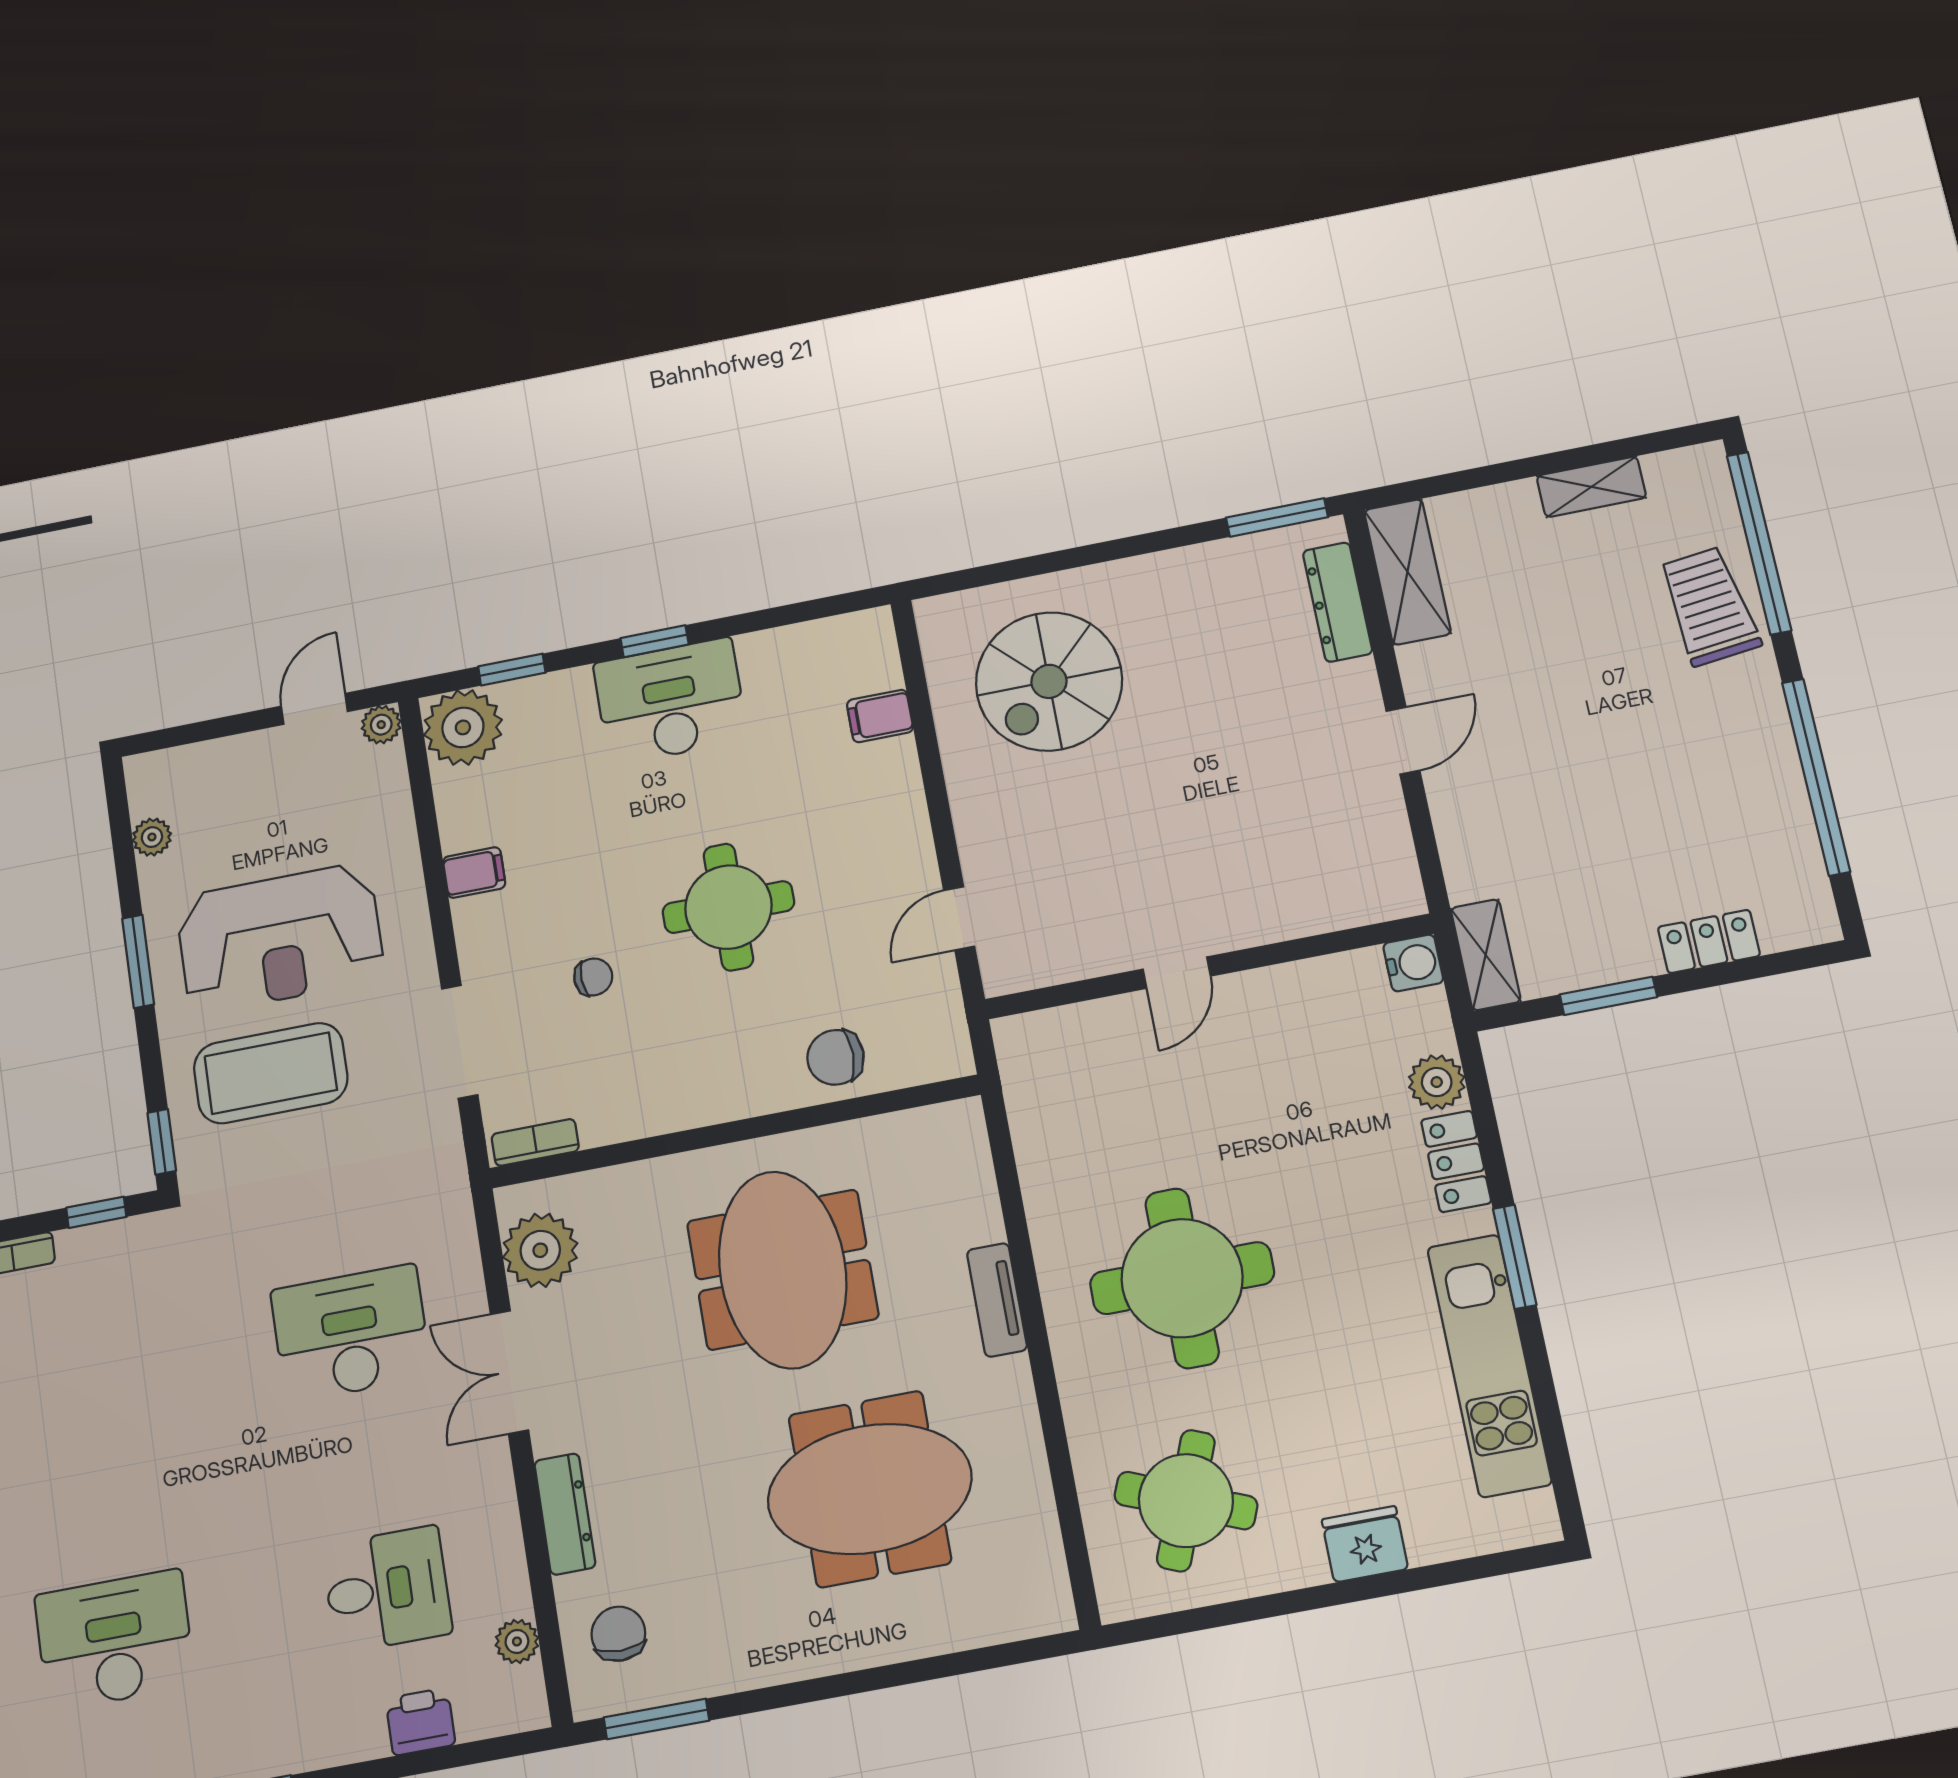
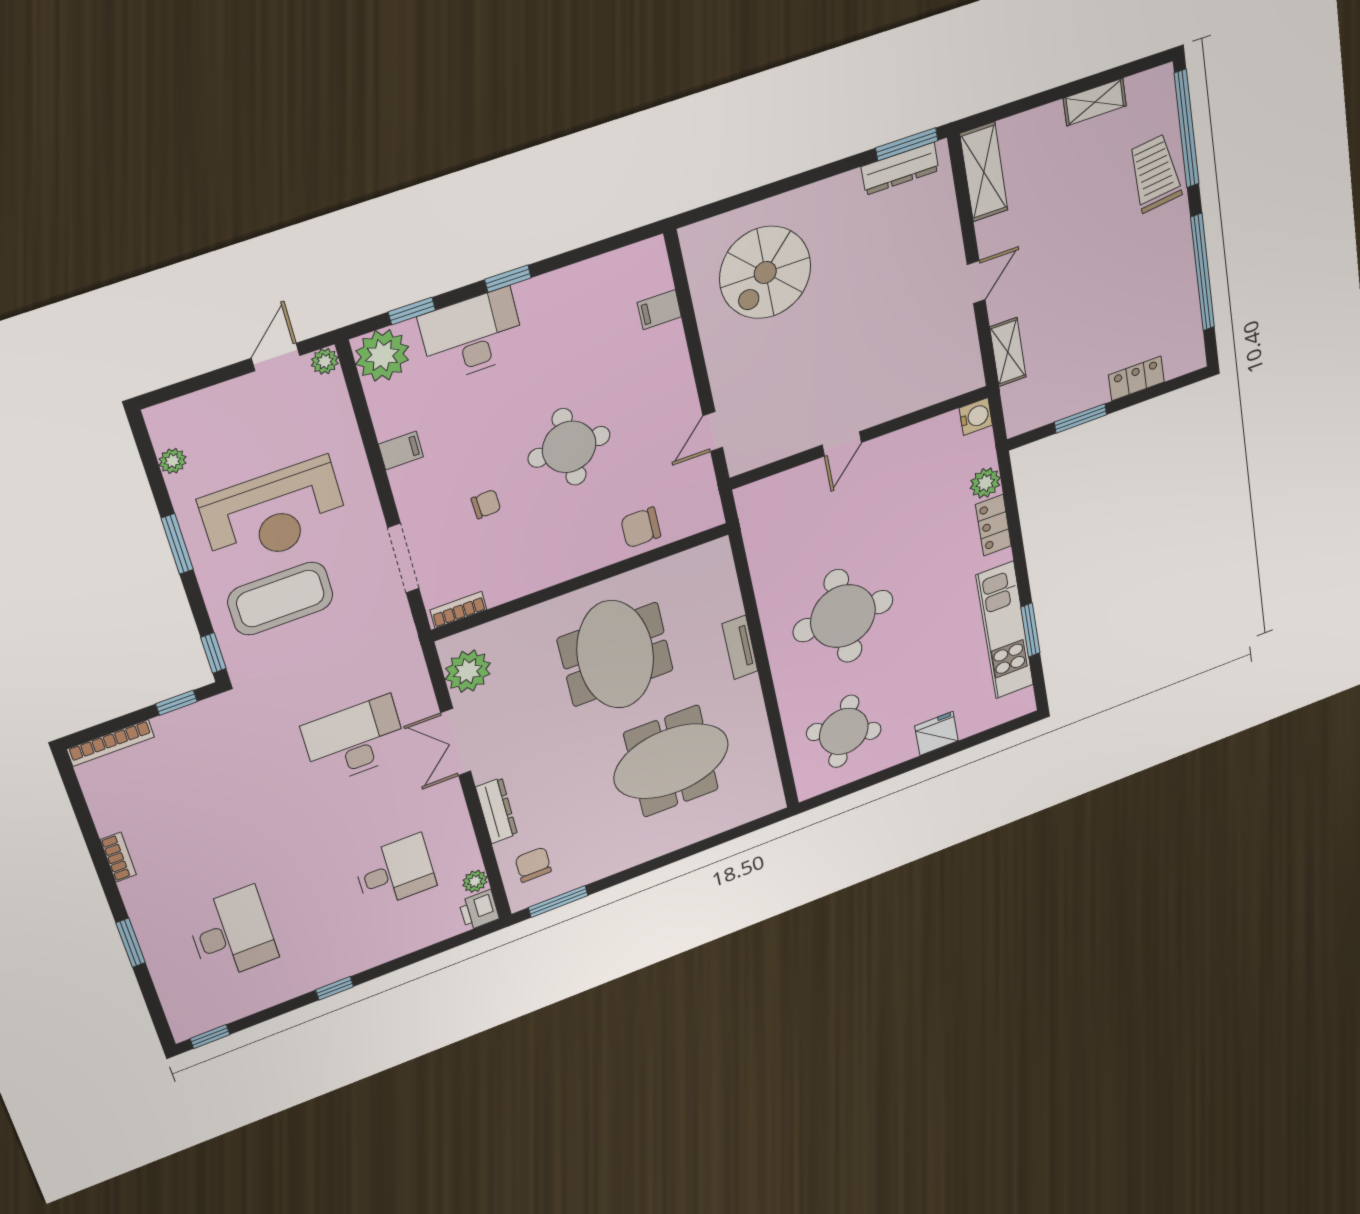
dresser: (1338, 602) -> (900, 169), moved, turned -90
desk: (670, 701) -> (472, 335), moved
shelving: (1486, 955) -> (1008, 352), moved
window: (1515, 1257) -> (1030, 630), moved
desk: (115, 1640) -> (232, 934), turned 90
printer: (420, 1722) -> (479, 910), moved, turned -90

